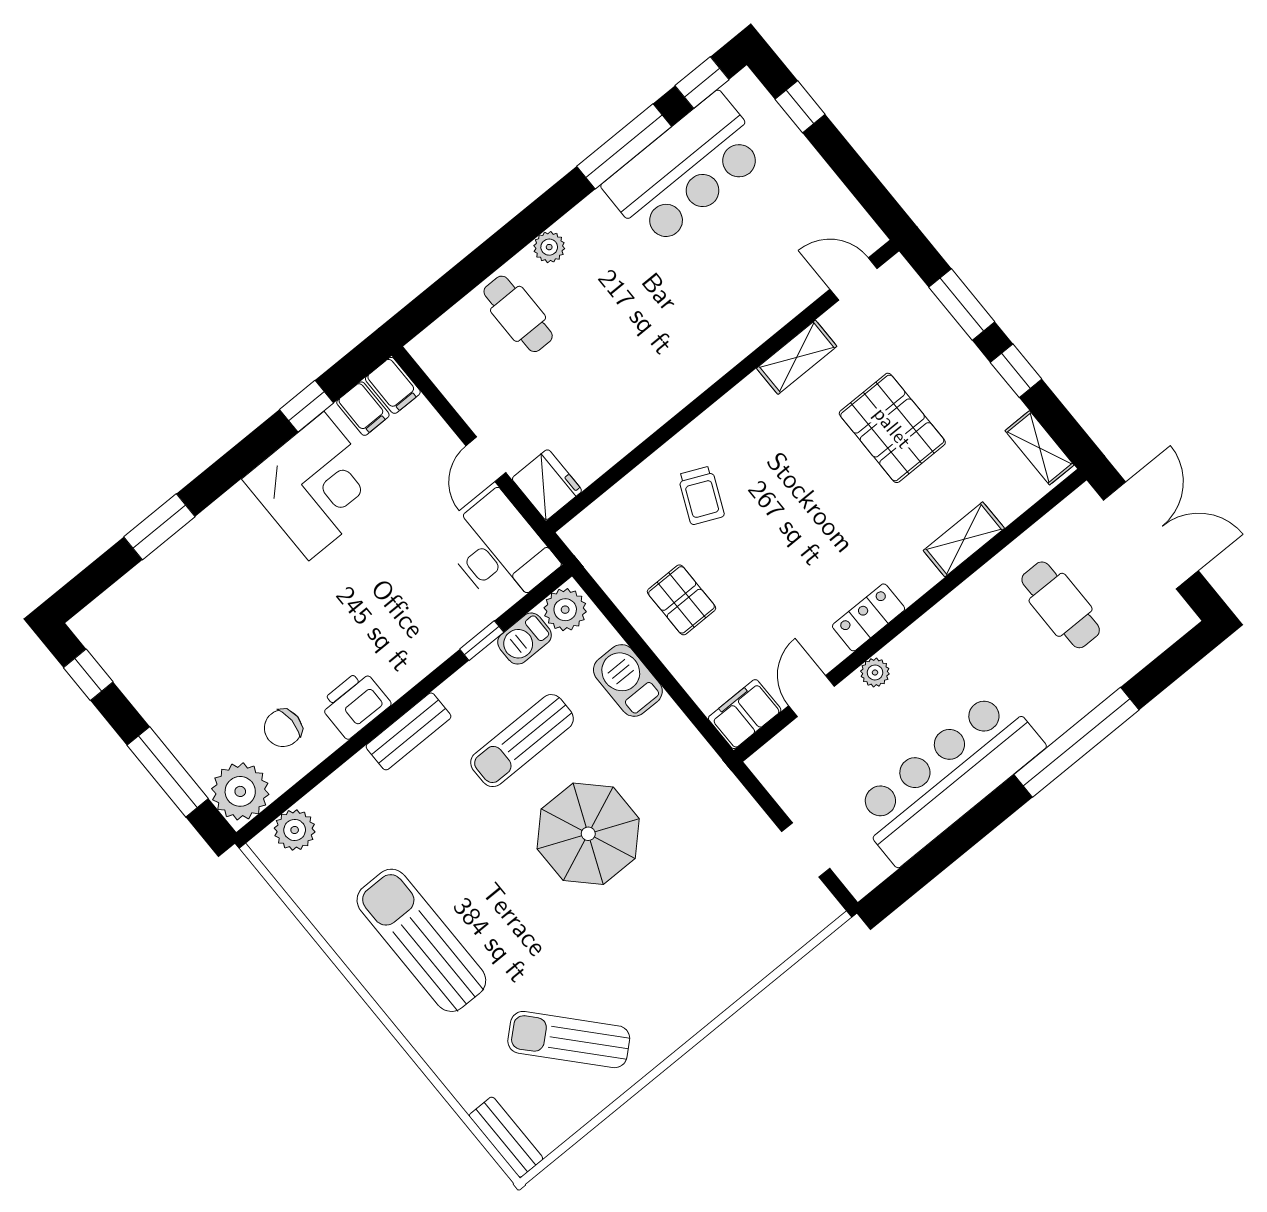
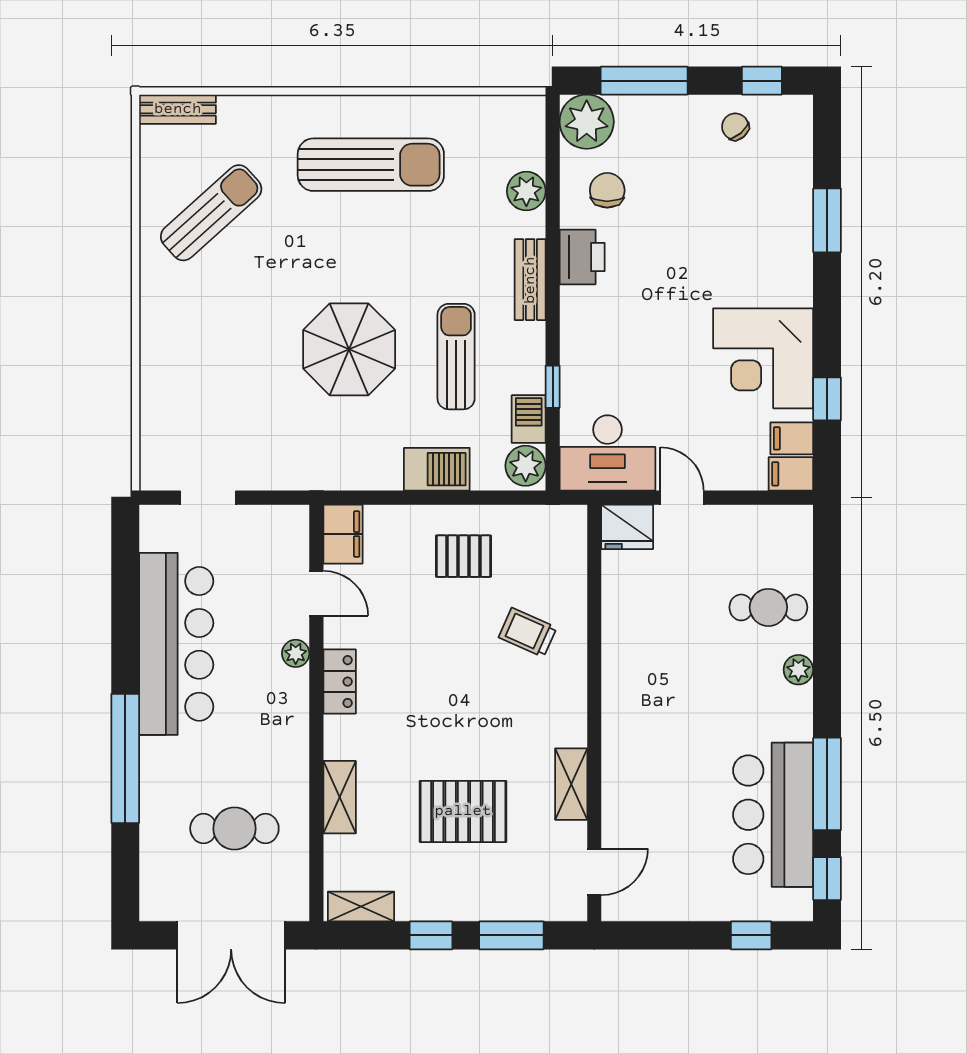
chair: (144, 666) -> (735, 127), added
plant: (295, 830) -> (526, 191), moved

